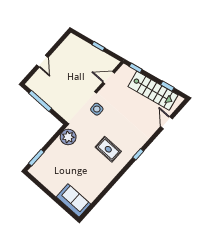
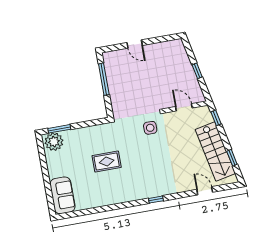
door: (42, 61) -> (135, 44), hinge flipped
door: (166, 123) -> (205, 191), hinge flipped
plant: (68, 137) -> (54, 142), moved
rug: (108, 149) -> (107, 162), moved, turned 90

